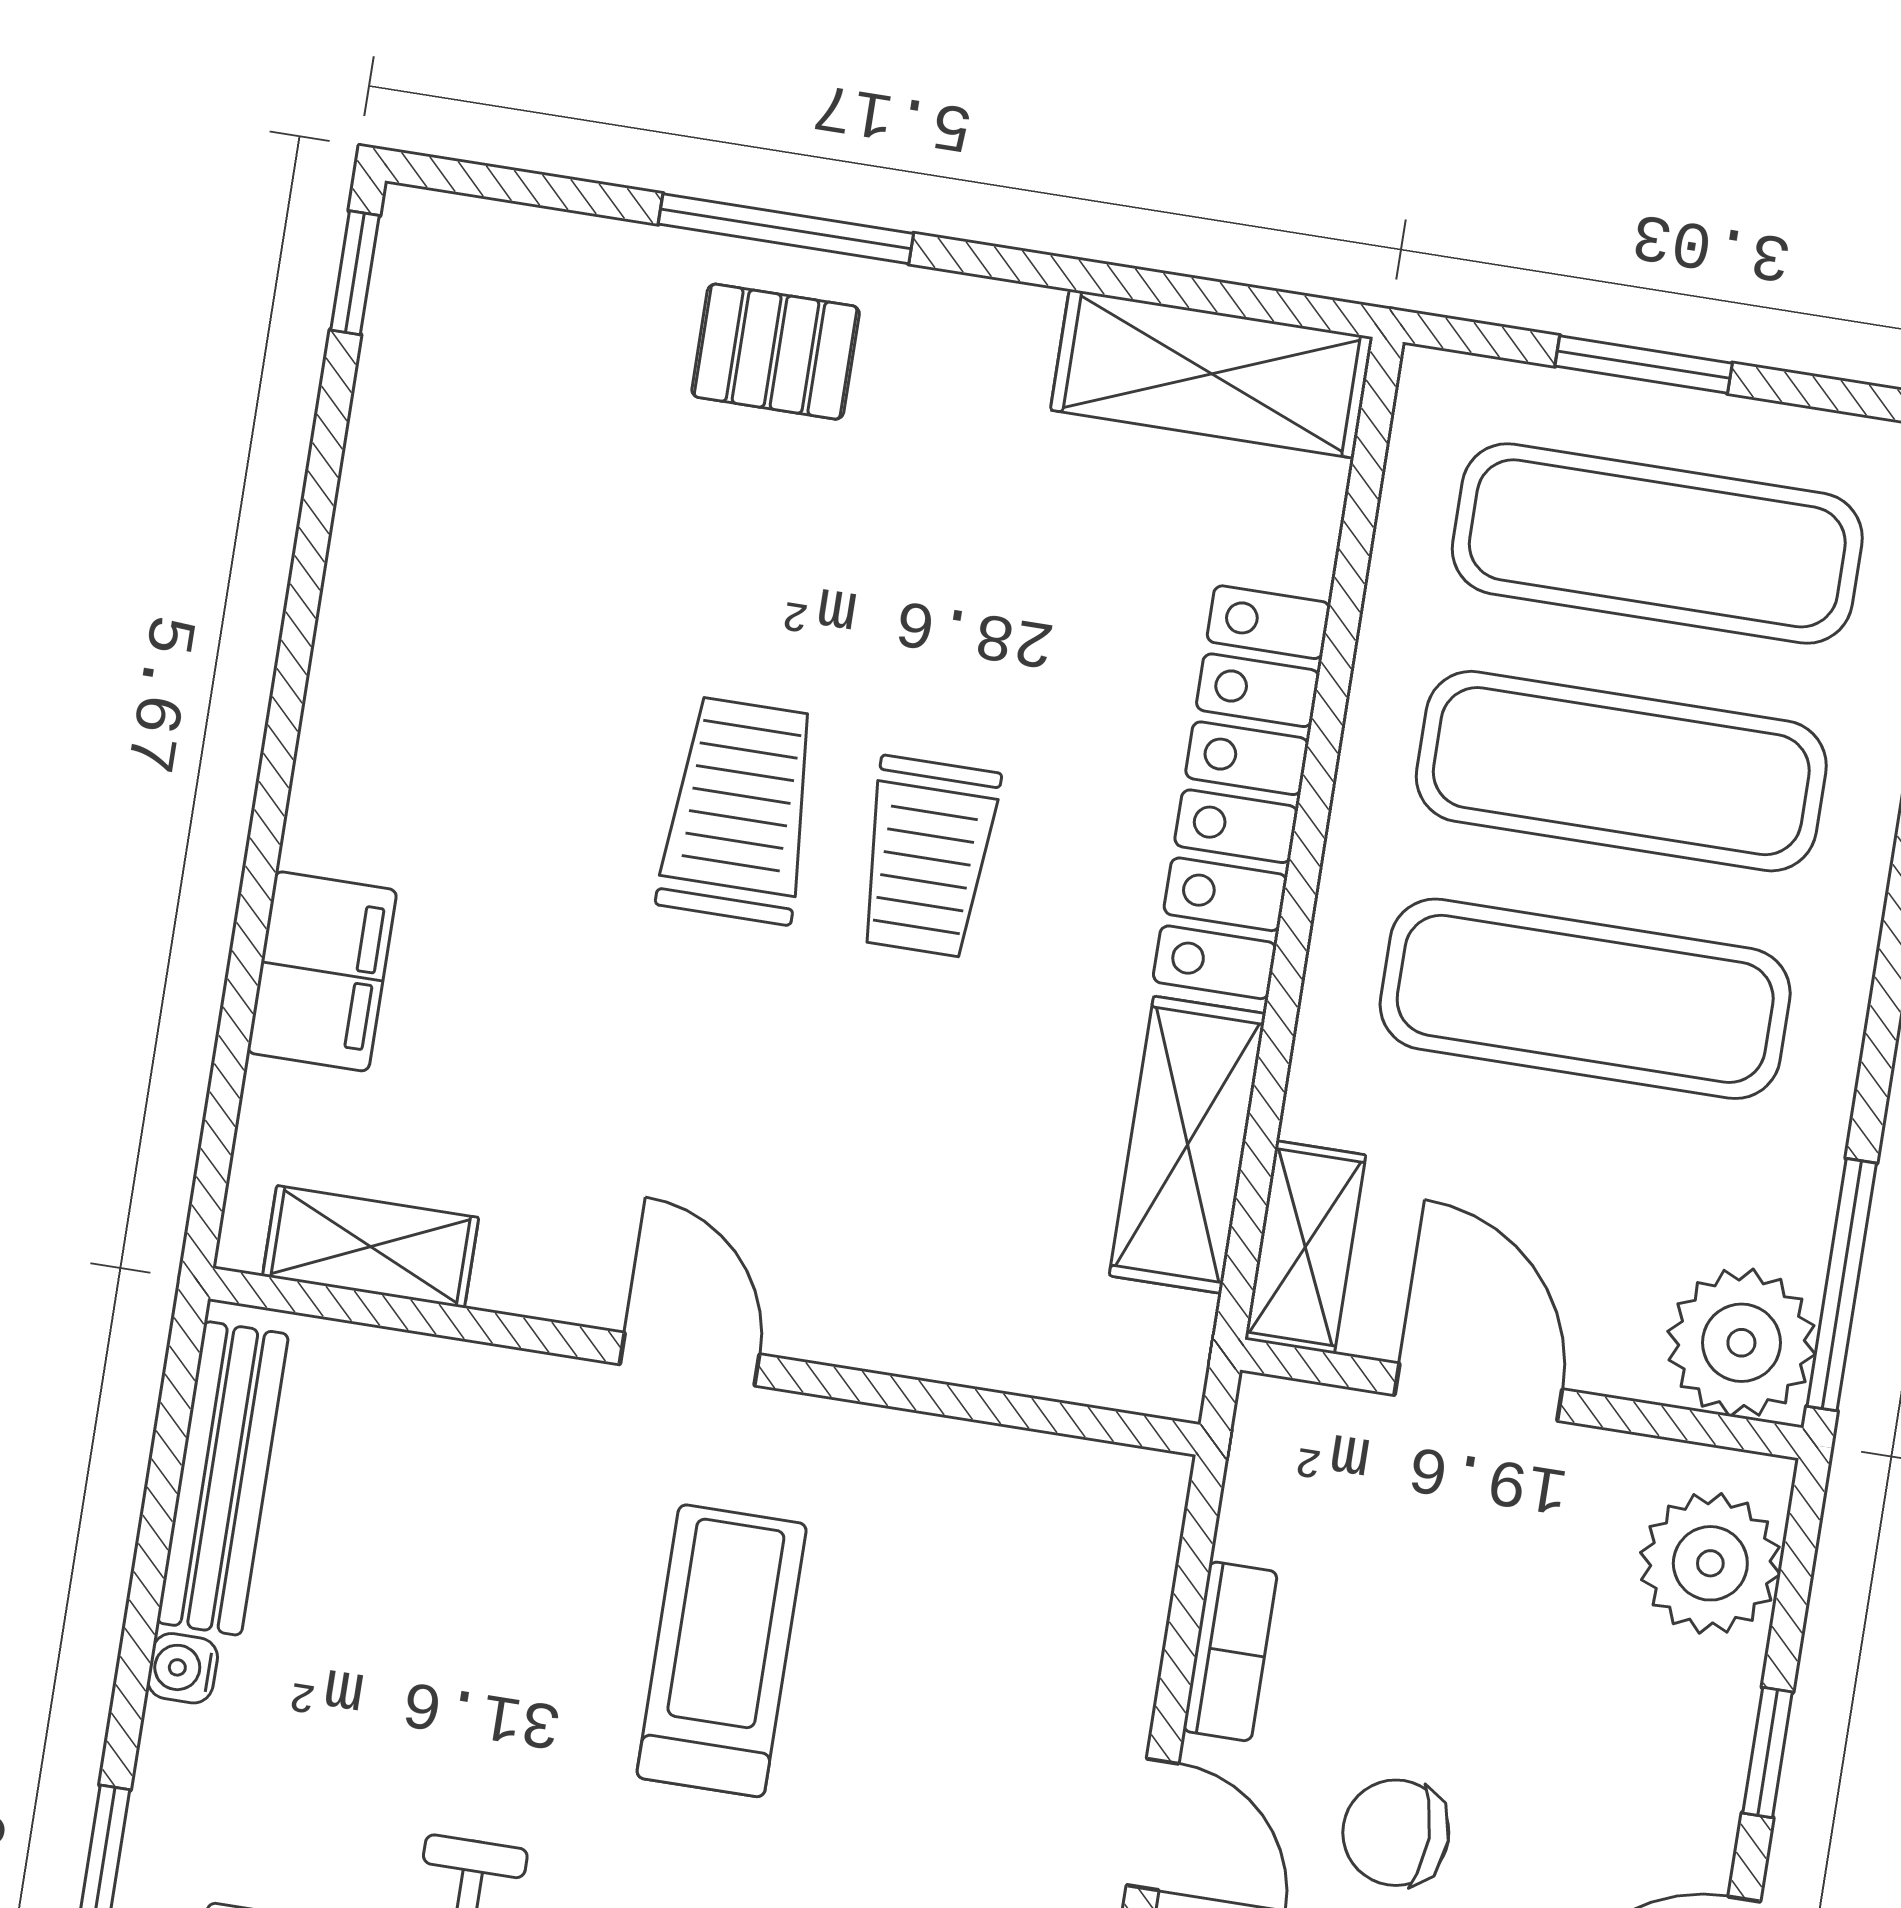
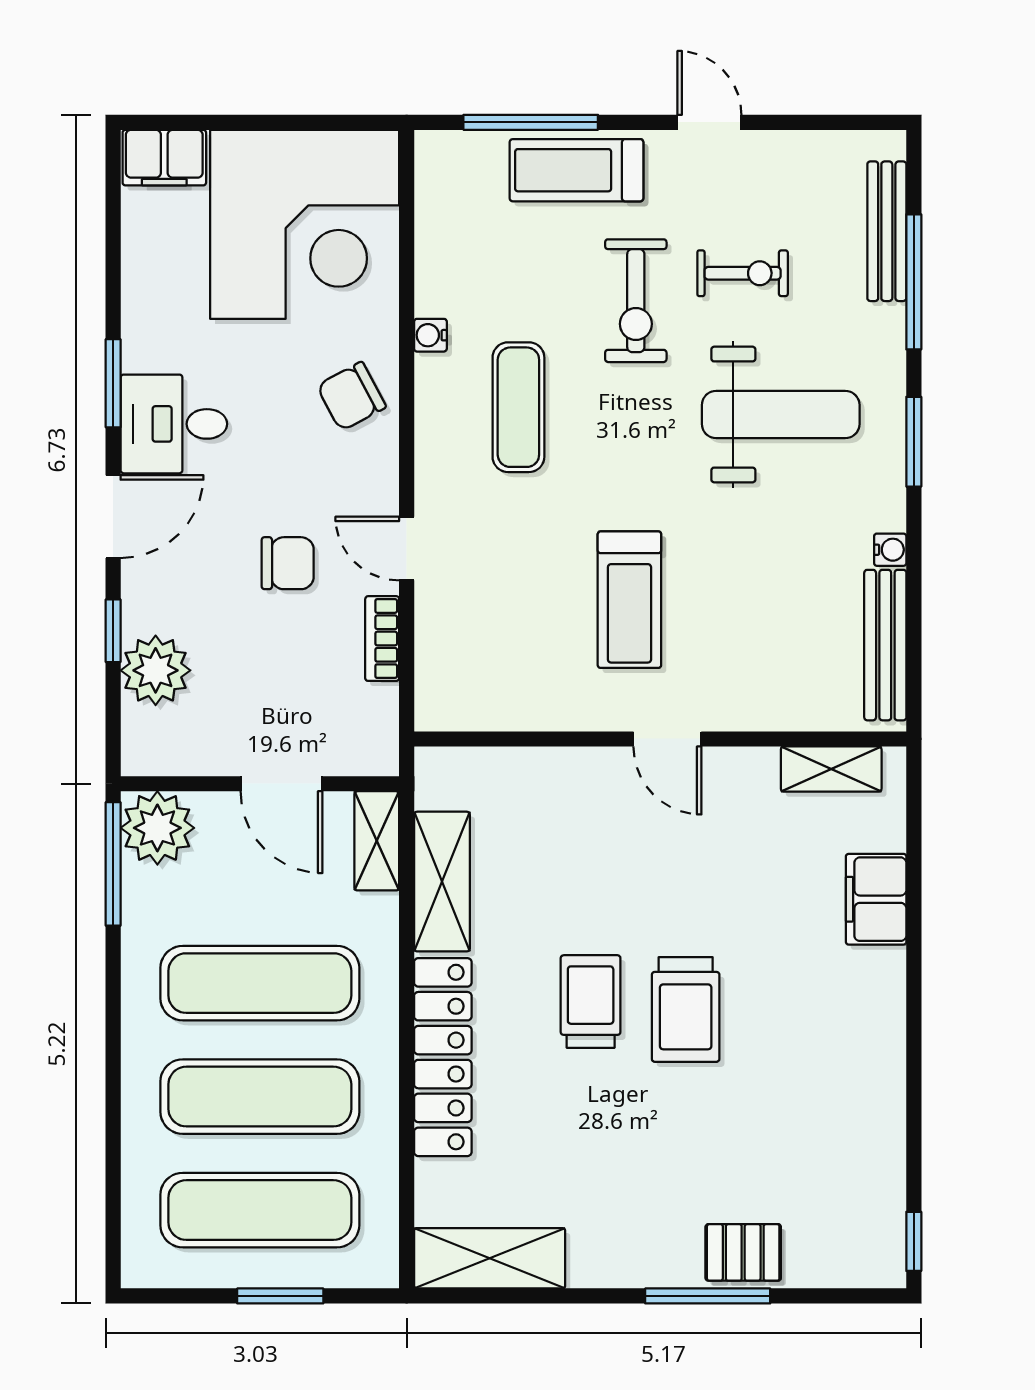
pallet: (776, 352) -> (743, 1252), moved
plant: (1710, 1563) -> (156, 670), moved

